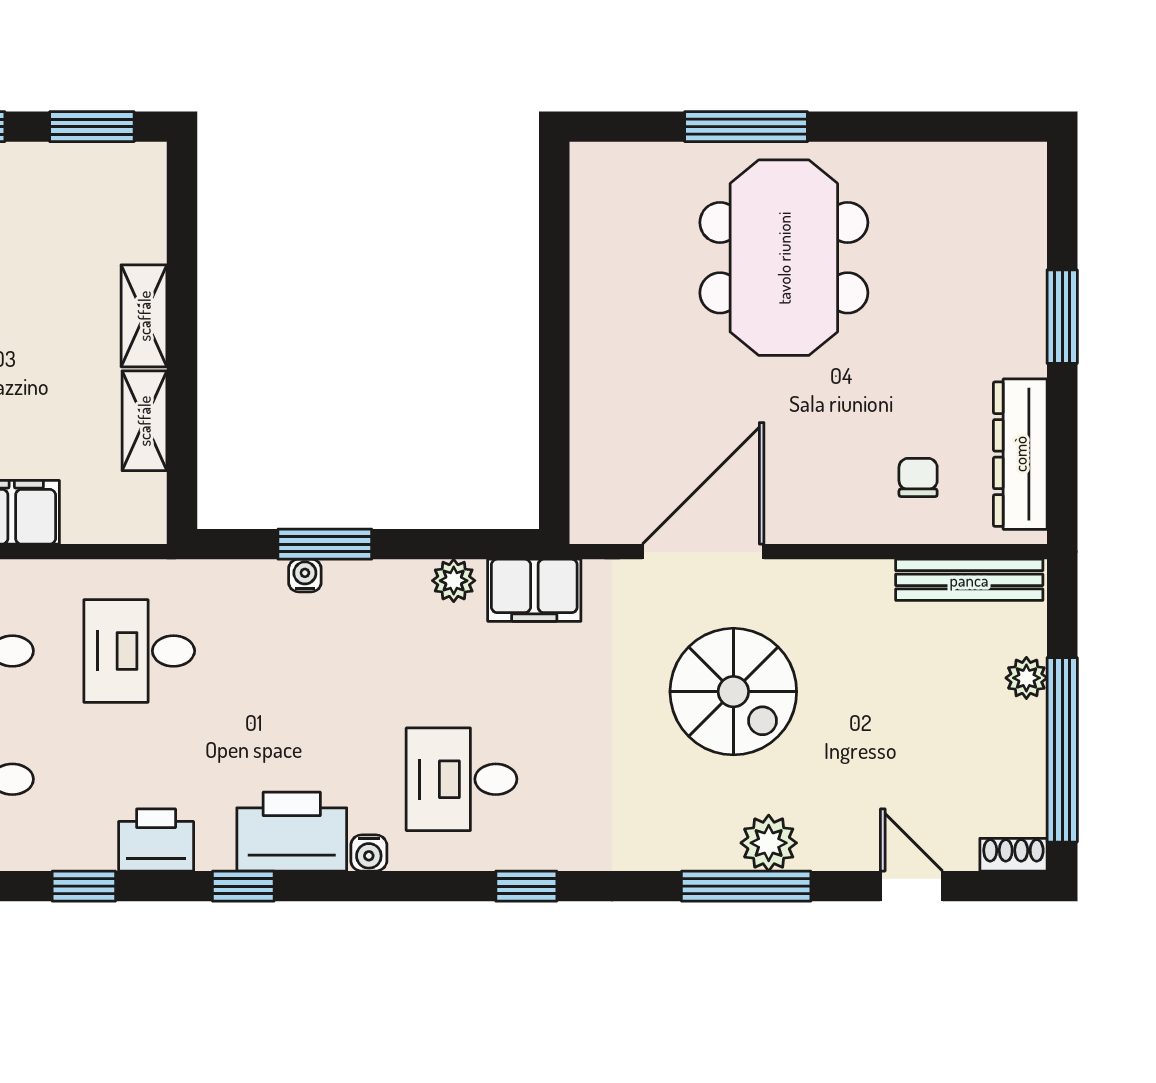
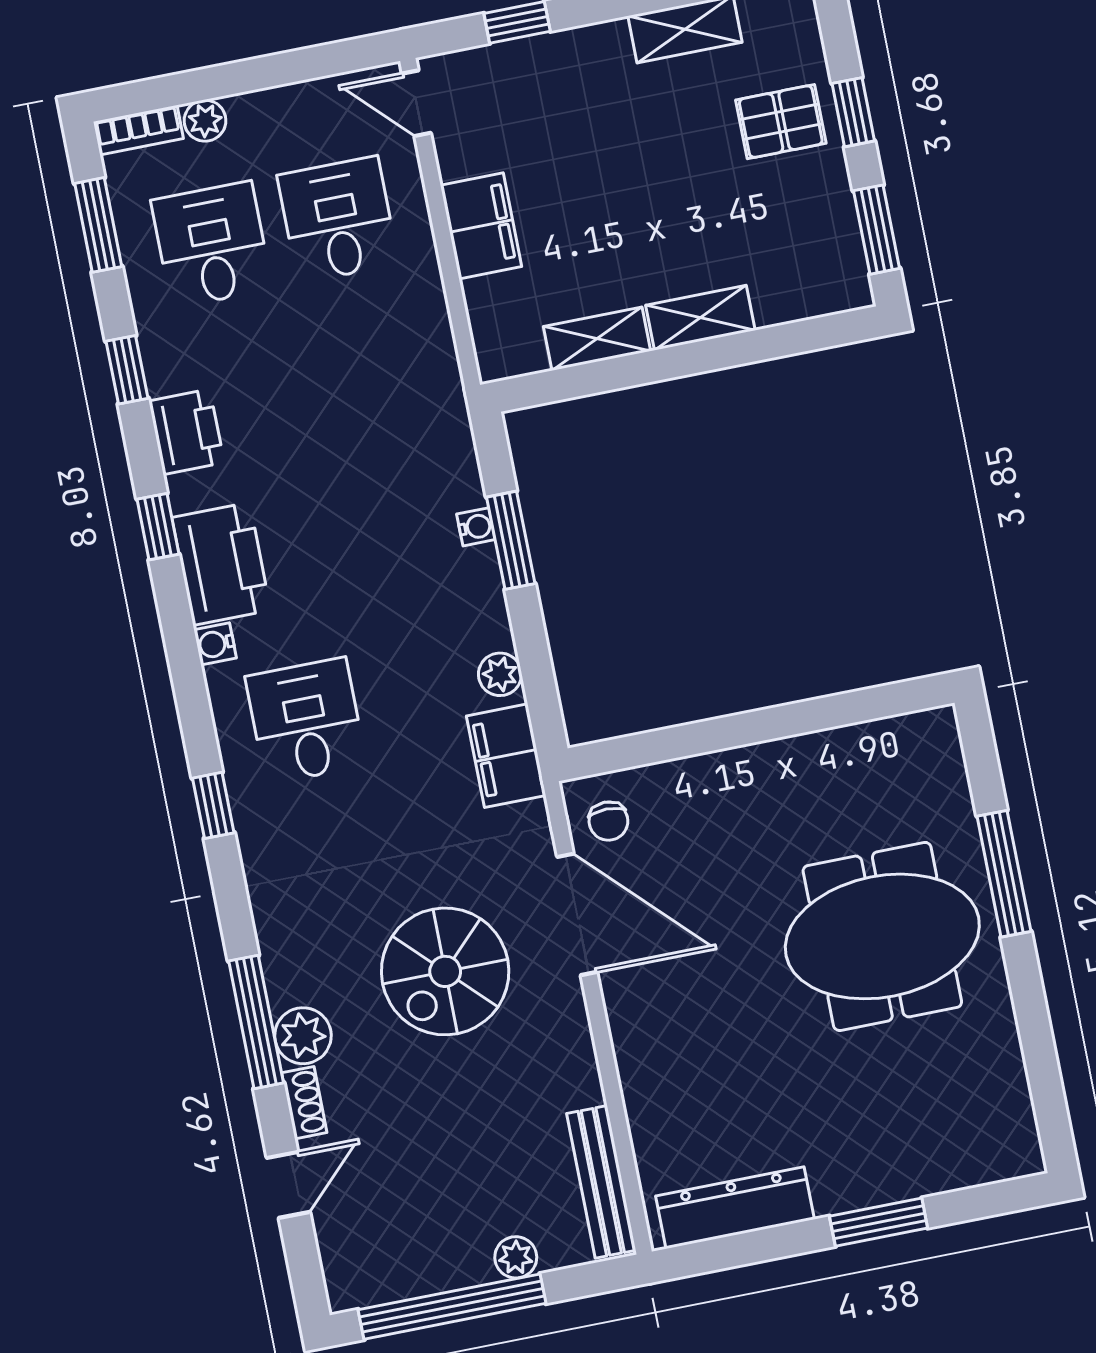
chair: (918, 477) -> (608, 821), moved, turned 90
desk: (139, 651) -> (369, 378), removed
shoe rack: (1013, 855) -> (304, 1103), moved

